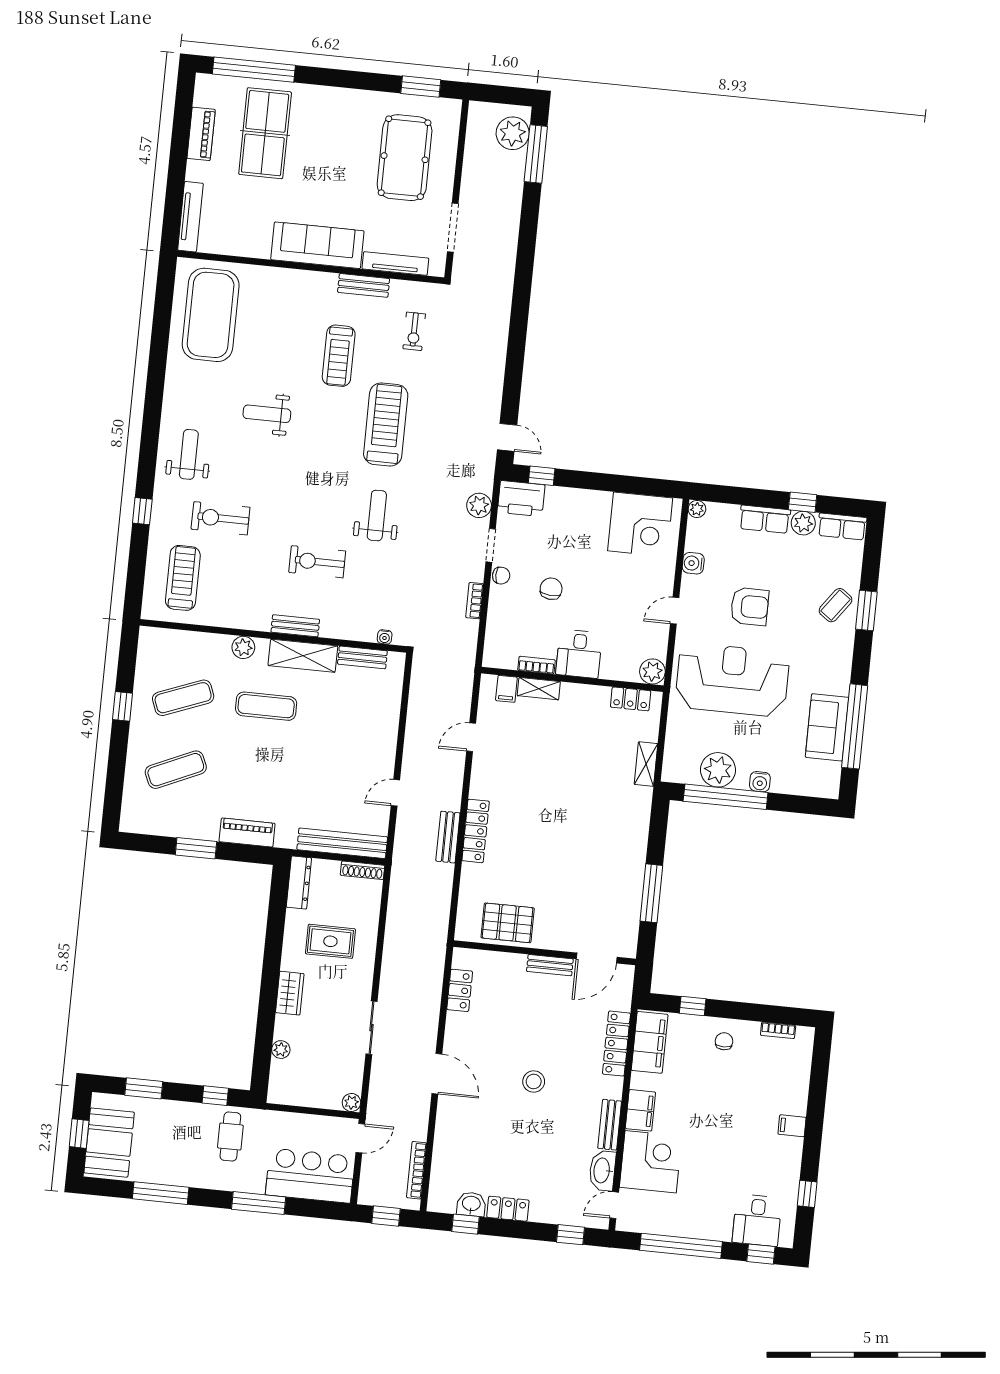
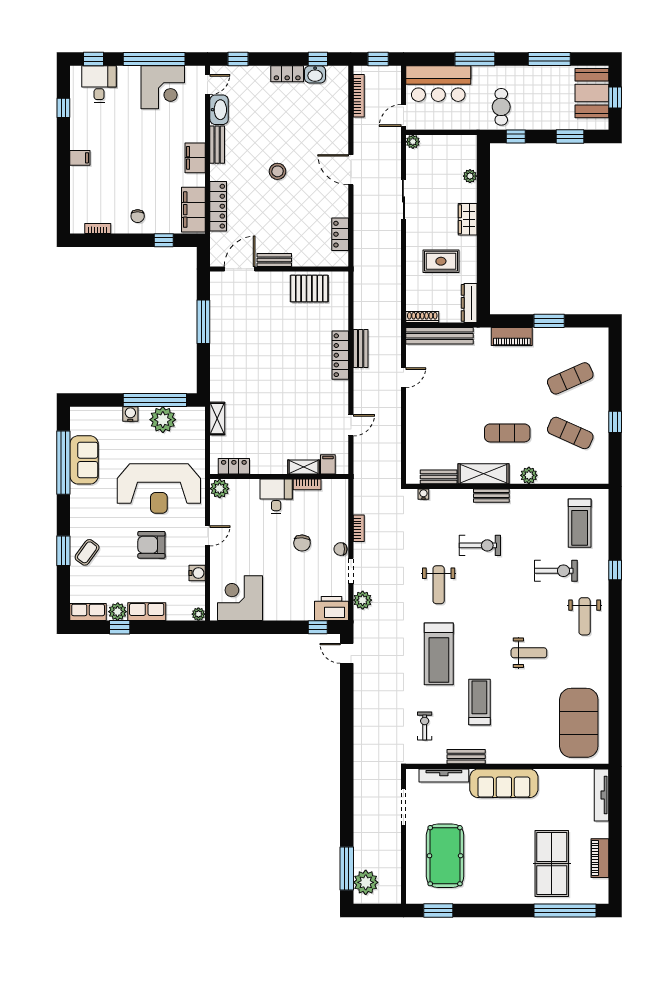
exercise mat: (183, 698) -> (570, 433), turned 45
corner desk: (651, 1162) -> (163, 87), moved, turned -90

